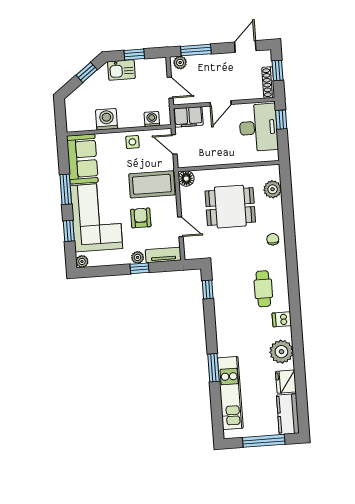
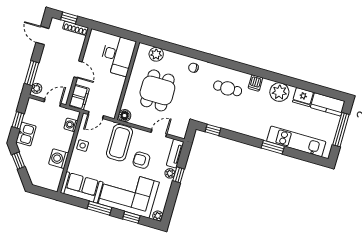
window: (281, 120) -> (107, 29), removed
desk: (258, 128) -> (118, 55), moved, turned 90

